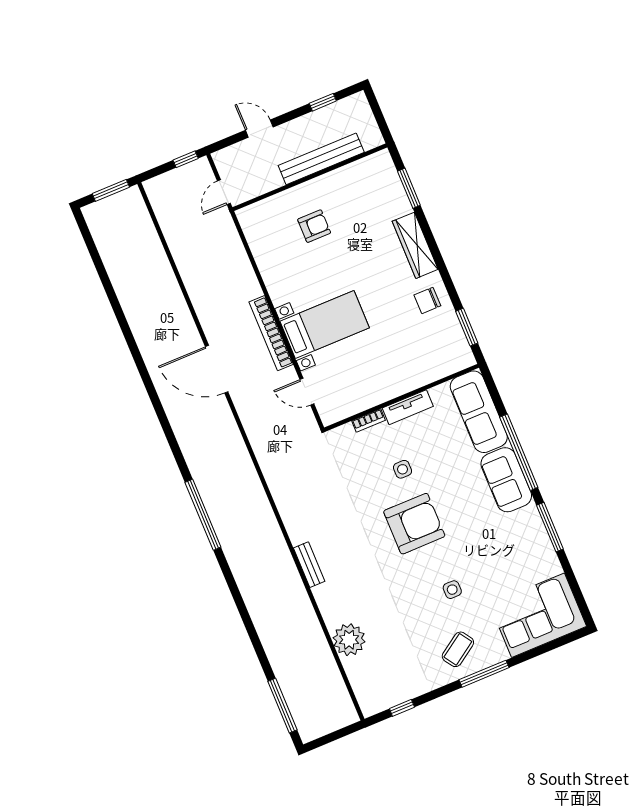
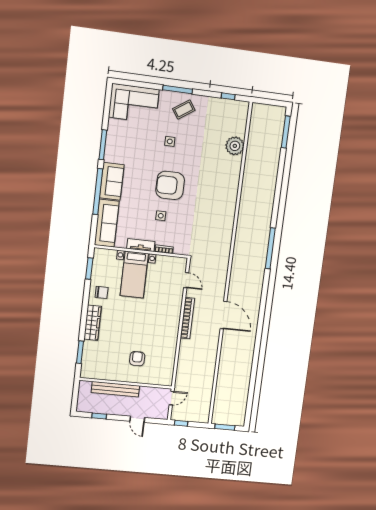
armchair: (314, 226) -> (137, 359), turned 90
bed with nightstands: (325, 325) -> (134, 275), moved, turned -90
bench: (309, 565) -> (233, 195), removed

